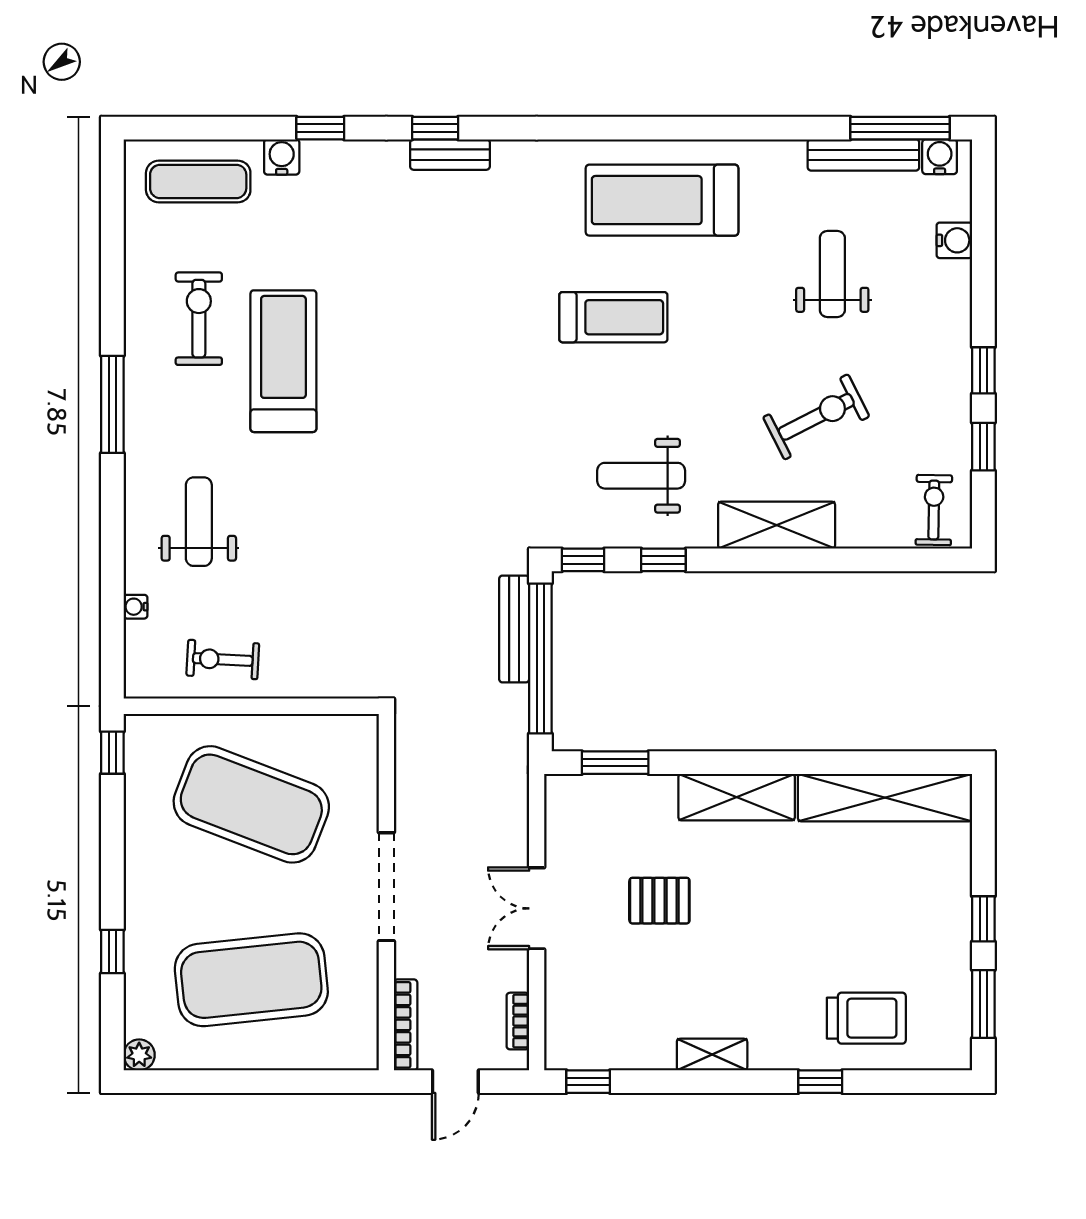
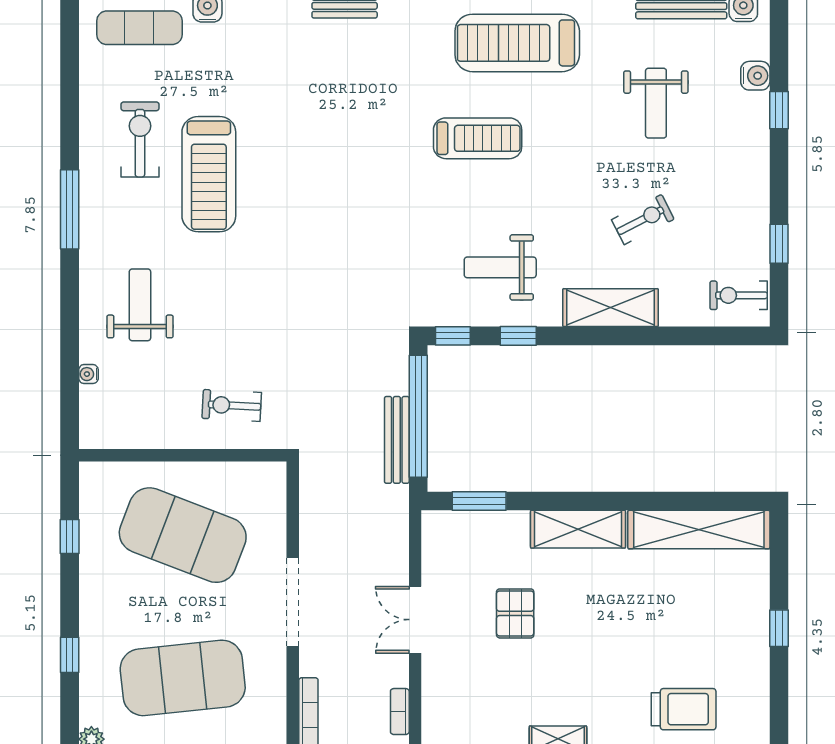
weight bench: (832, 274) -> (656, 103), turned 180
treadmill: (283, 361) -> (209, 174), turned 180
window: (983, 370) -> (779, 110), moved
exercise bike: (816, 417) -> (643, 219), width x0.73, depth x0.72
exercise bike: (934, 510) -> (739, 295), turned -91
bench: (514, 629) -> (397, 440), moved
exercise bike: (223, 660) -> (232, 405), moved
window: (112, 753) -> (70, 536), moved
pallet: (659, 901) -> (515, 613), turned 90
window: (983, 1004) -> (779, 698), removed

